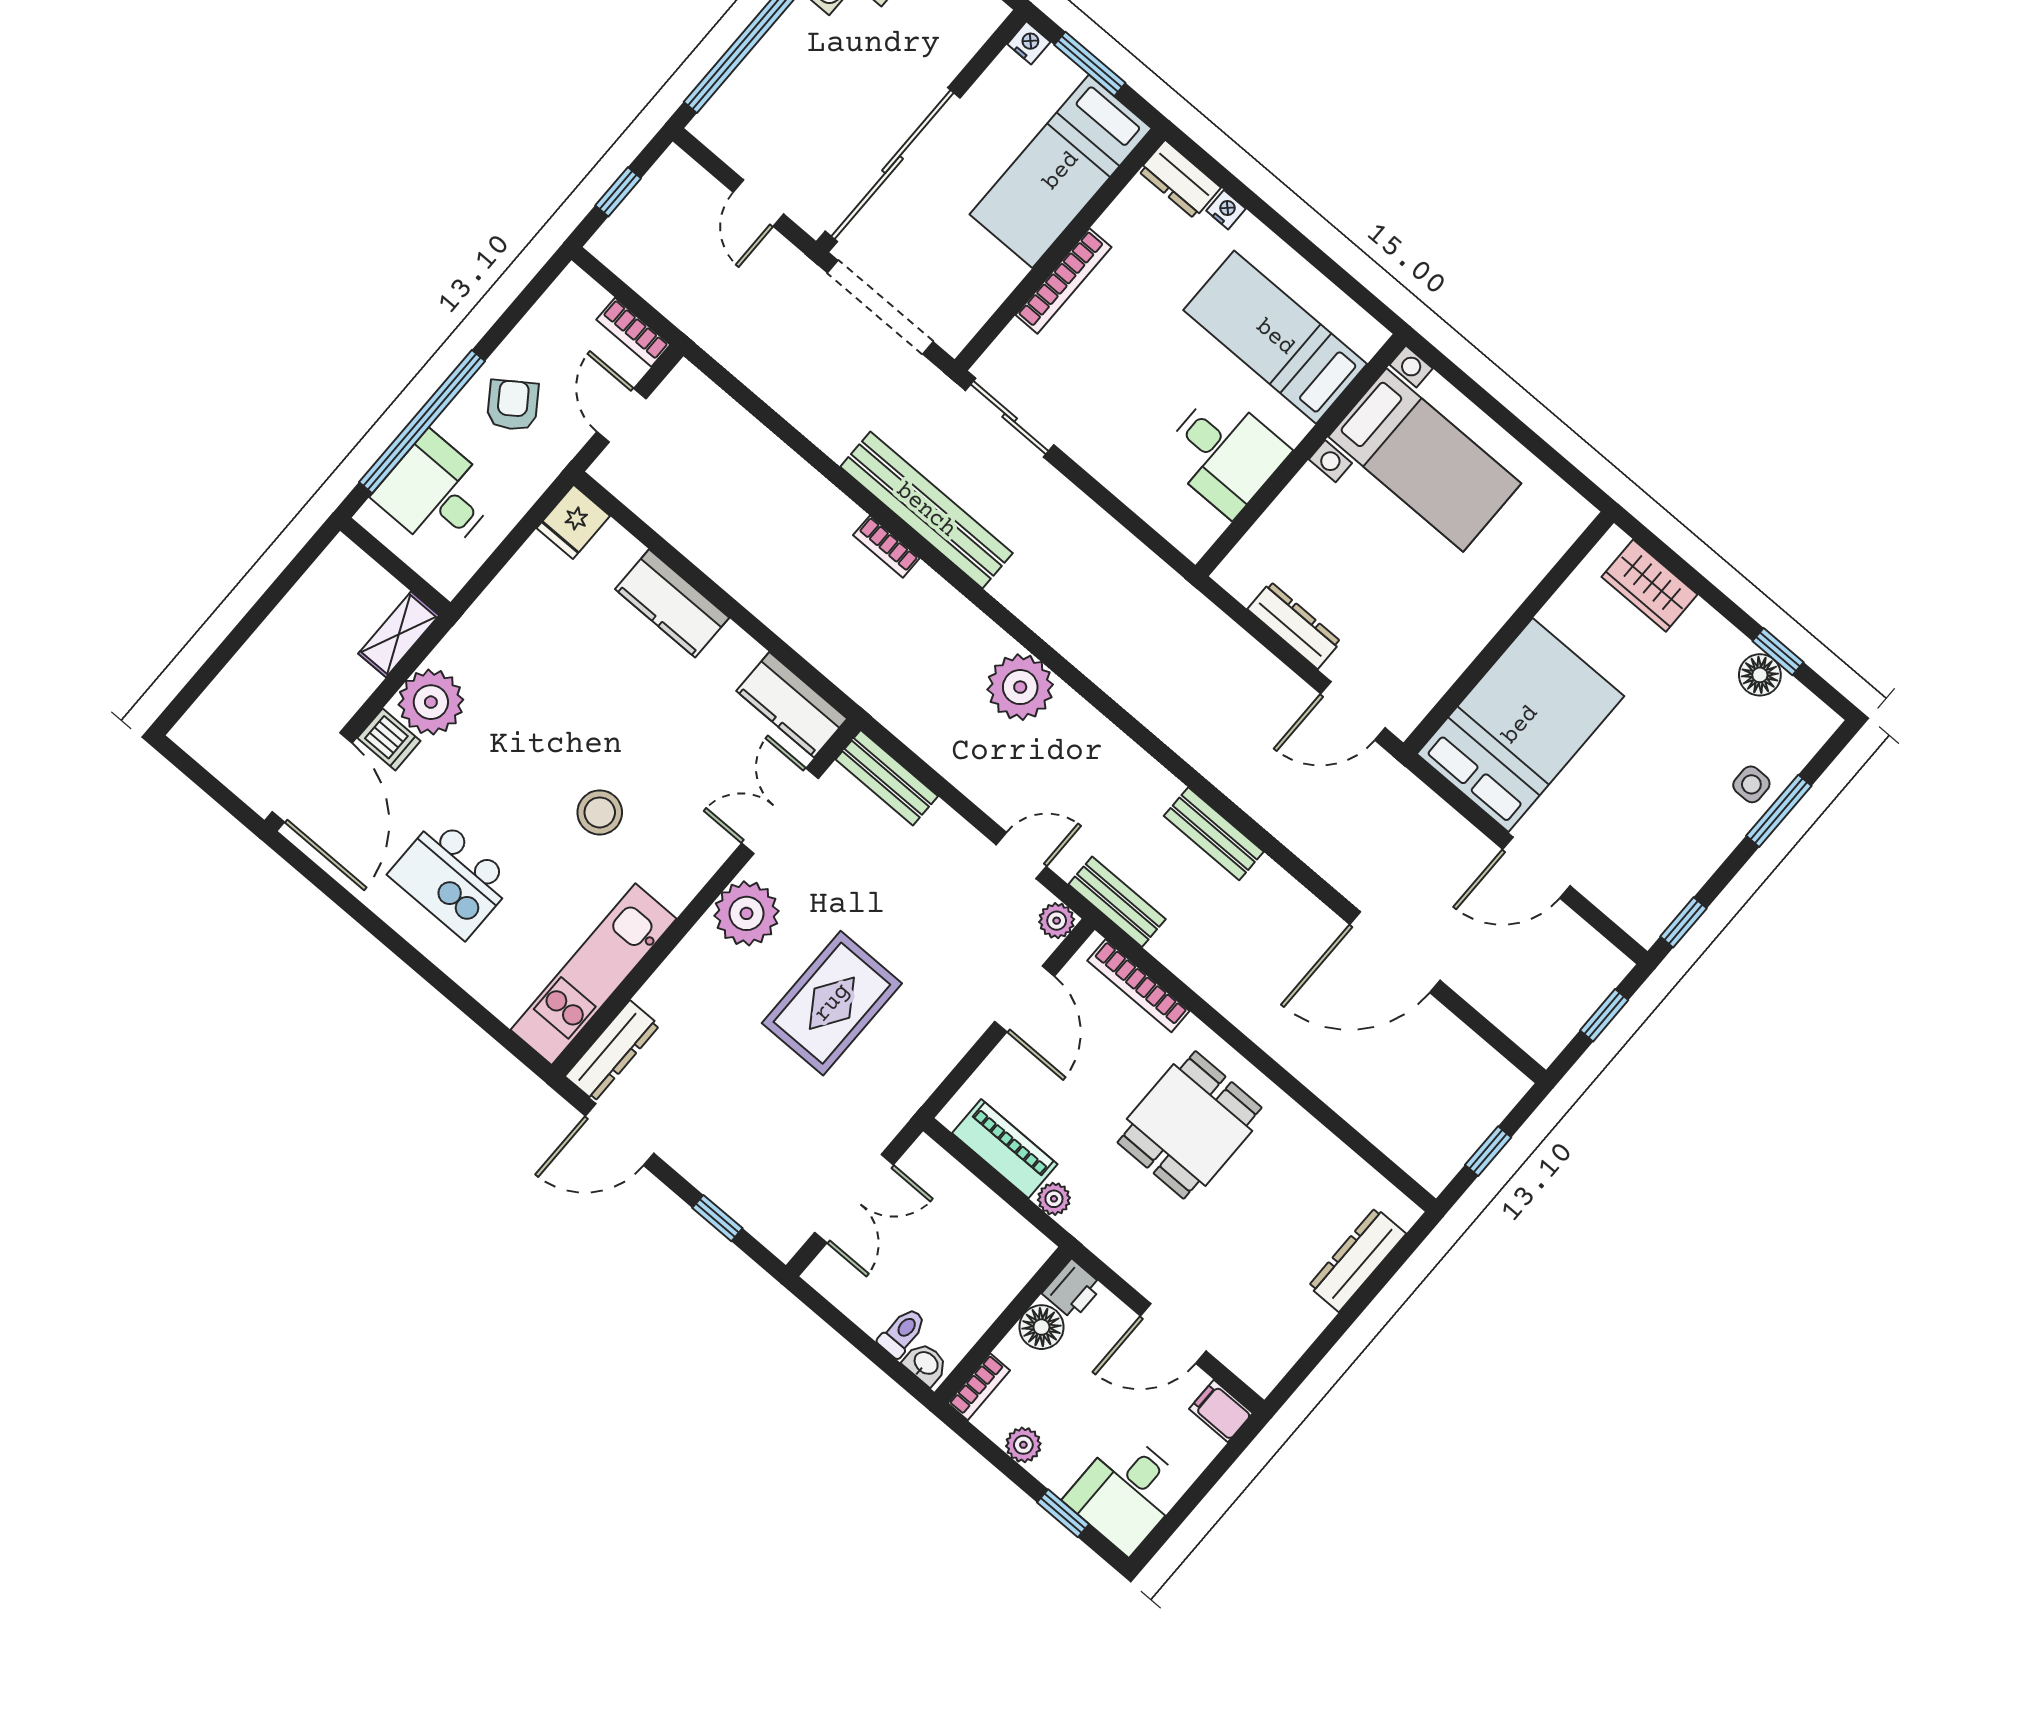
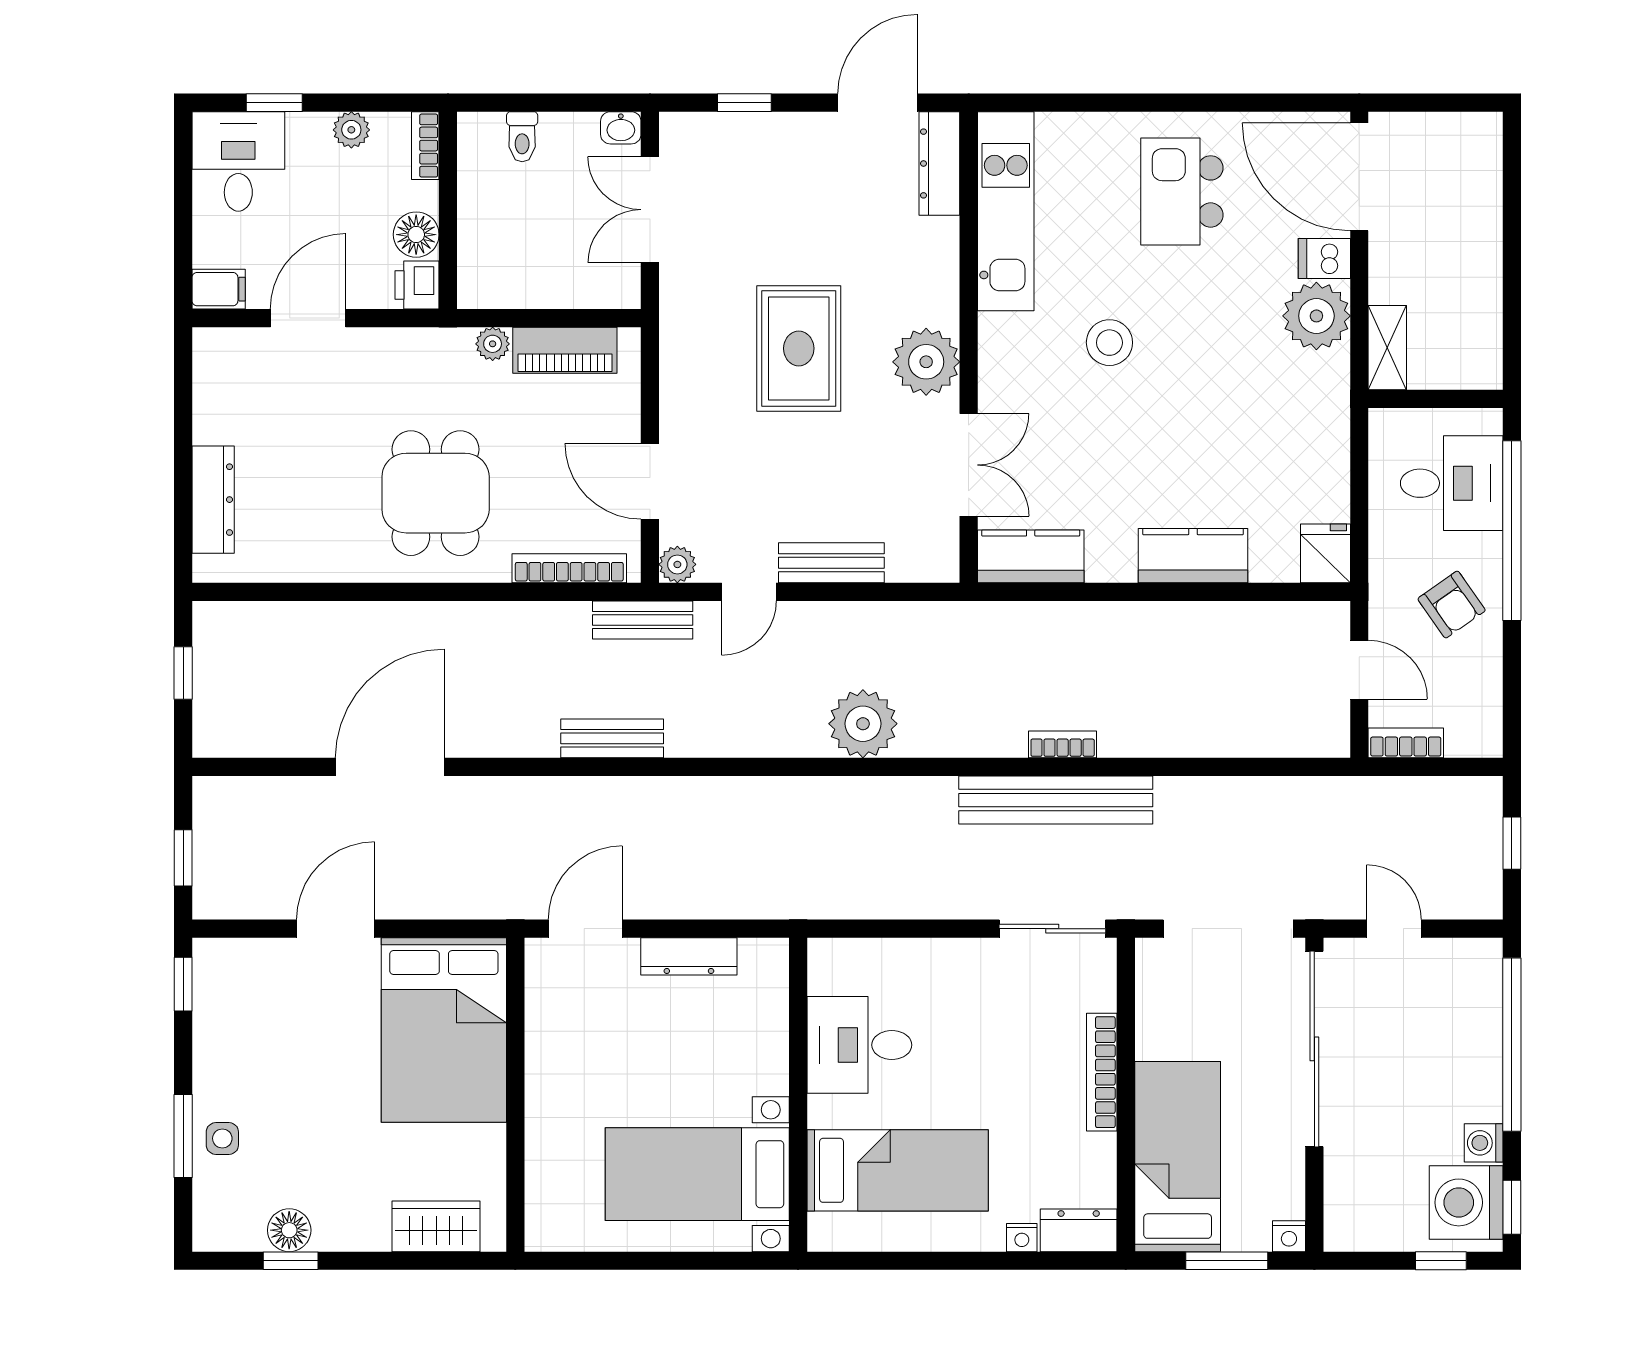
bench: (887, 778) -> (831, 563), moved
kitchen island: (452, 878) -> (1182, 191), turned -90
washbasin: (925, 1364) -> (621, 128), moved

